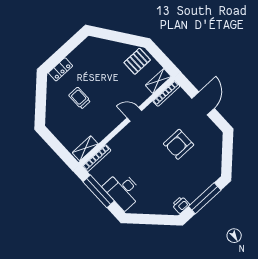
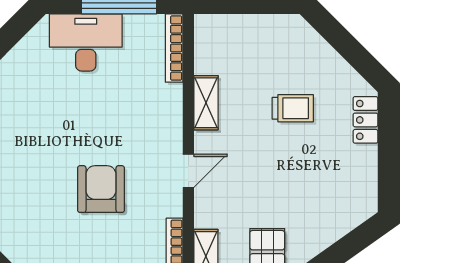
armchair: (179, 144) -> (101, 189), moved
shelving: (85, 148) -> (206, 103), moved

